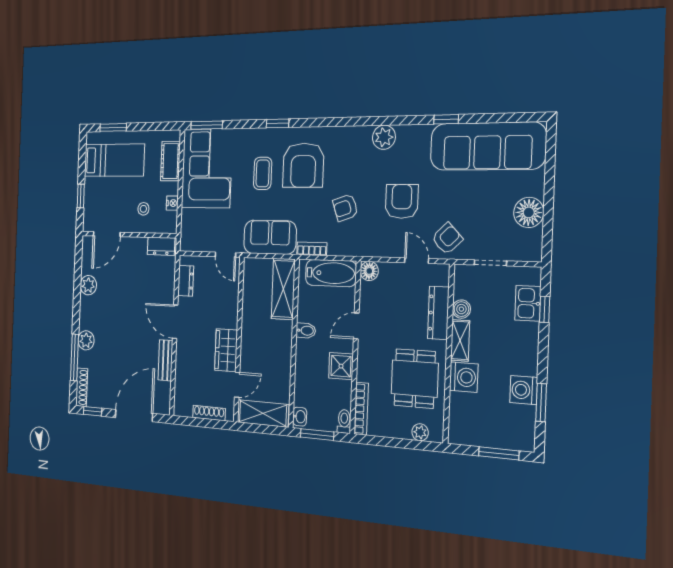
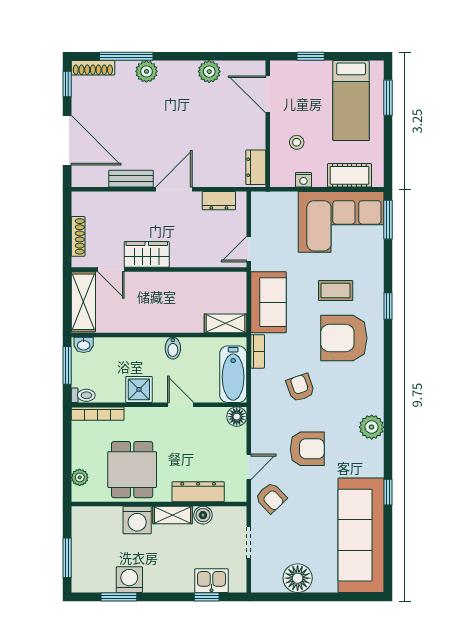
shelving: (283, 289) -> (225, 323), width x0.67, depth x0.75
dining table: (415, 379) -> (132, 470), turned 90

